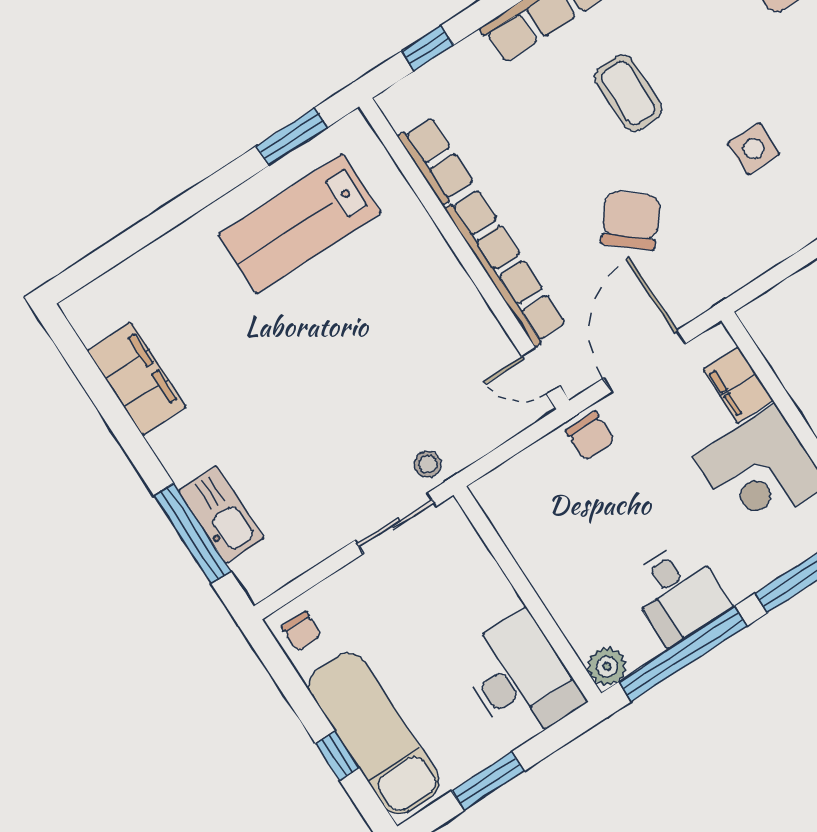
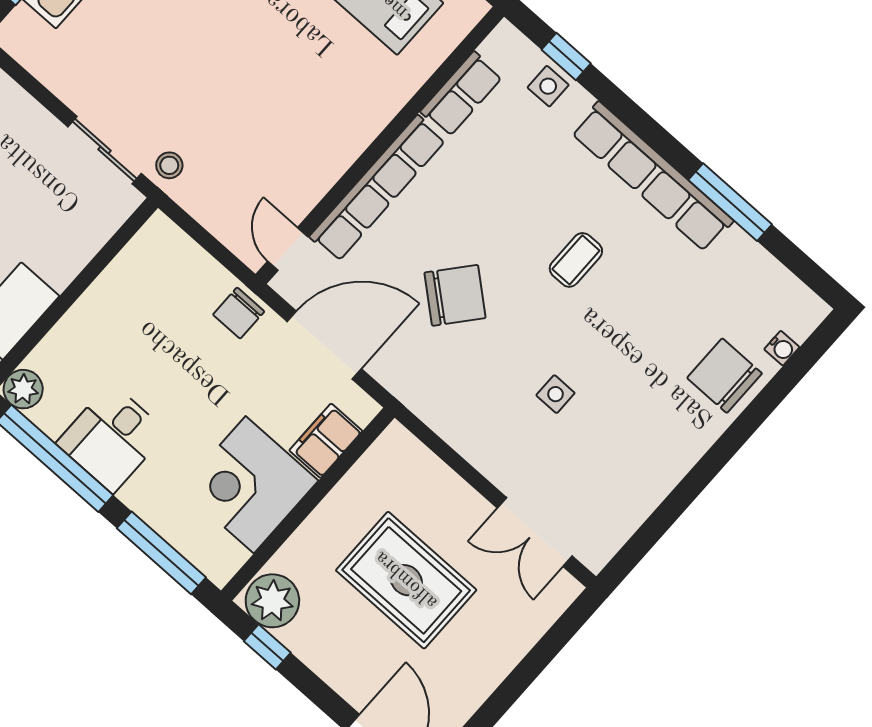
side table: (452, 74) -> (548, 86), added
coffee table: (628, 93) -> (576, 260), width x0.73, depth x0.77
side table: (754, 149) -> (555, 394), width x0.73, depth x0.73

